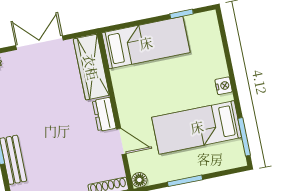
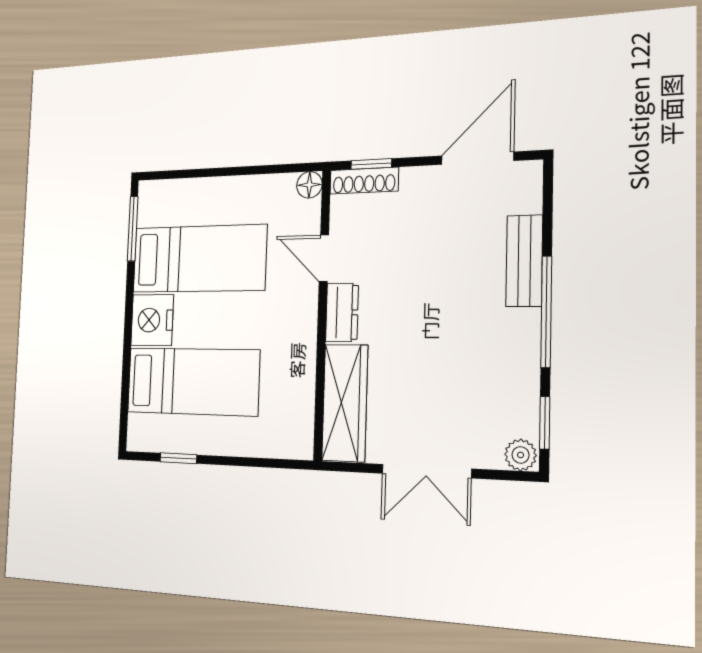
bed: (146, 43) -> (193, 381), moved, turned 180
nightstand: (224, 86) -> (152, 320), width x1.89, depth x1.79
window: (185, 181) -> (237, 171), removed

